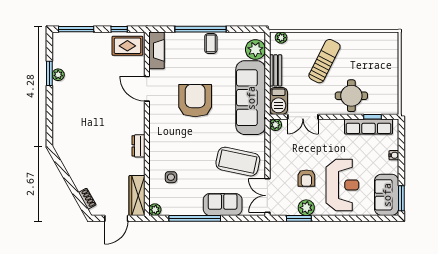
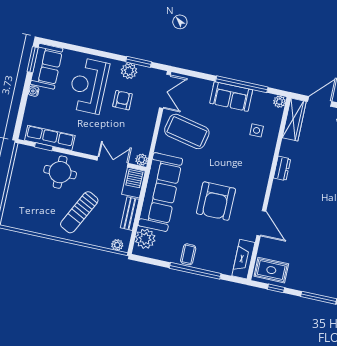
water cooler: (394, 155) -> (34, 91), moved
sofa: (223, 204) -> (231, 97), moved

